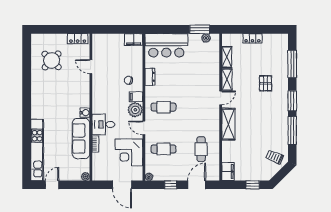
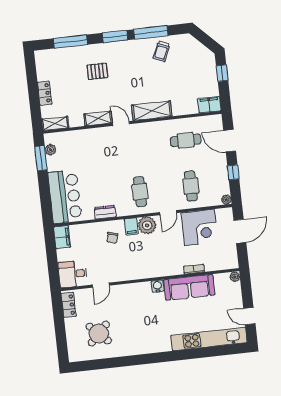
shelving: (227, 57) -> (55, 123), moved
desk: (103, 124) -> (73, 274), moved, turned 90
trolley: (275, 157) -> (162, 51), moved

